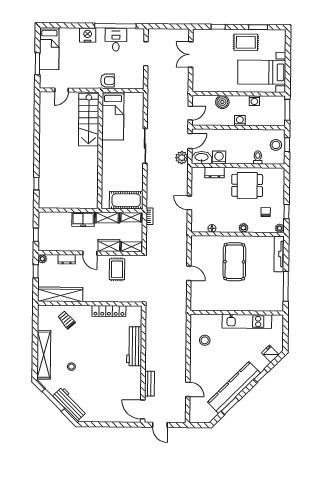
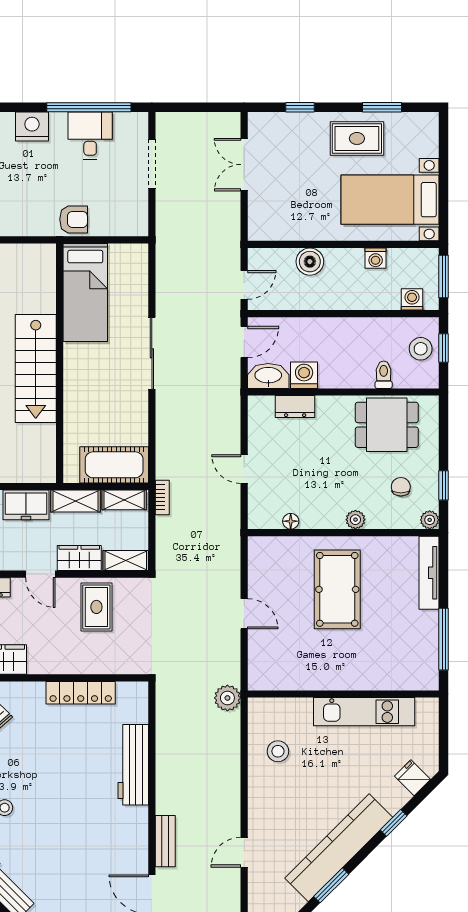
stairs: (89, 120) -> (36, 369), moved
washing machine: (240, 121) -> (412, 299), moved
plant: (182, 158) -> (227, 698), moved
dining table: (247, 185) -> (387, 425), moved
door: (188, 389) -> (244, 852), swing flipped

